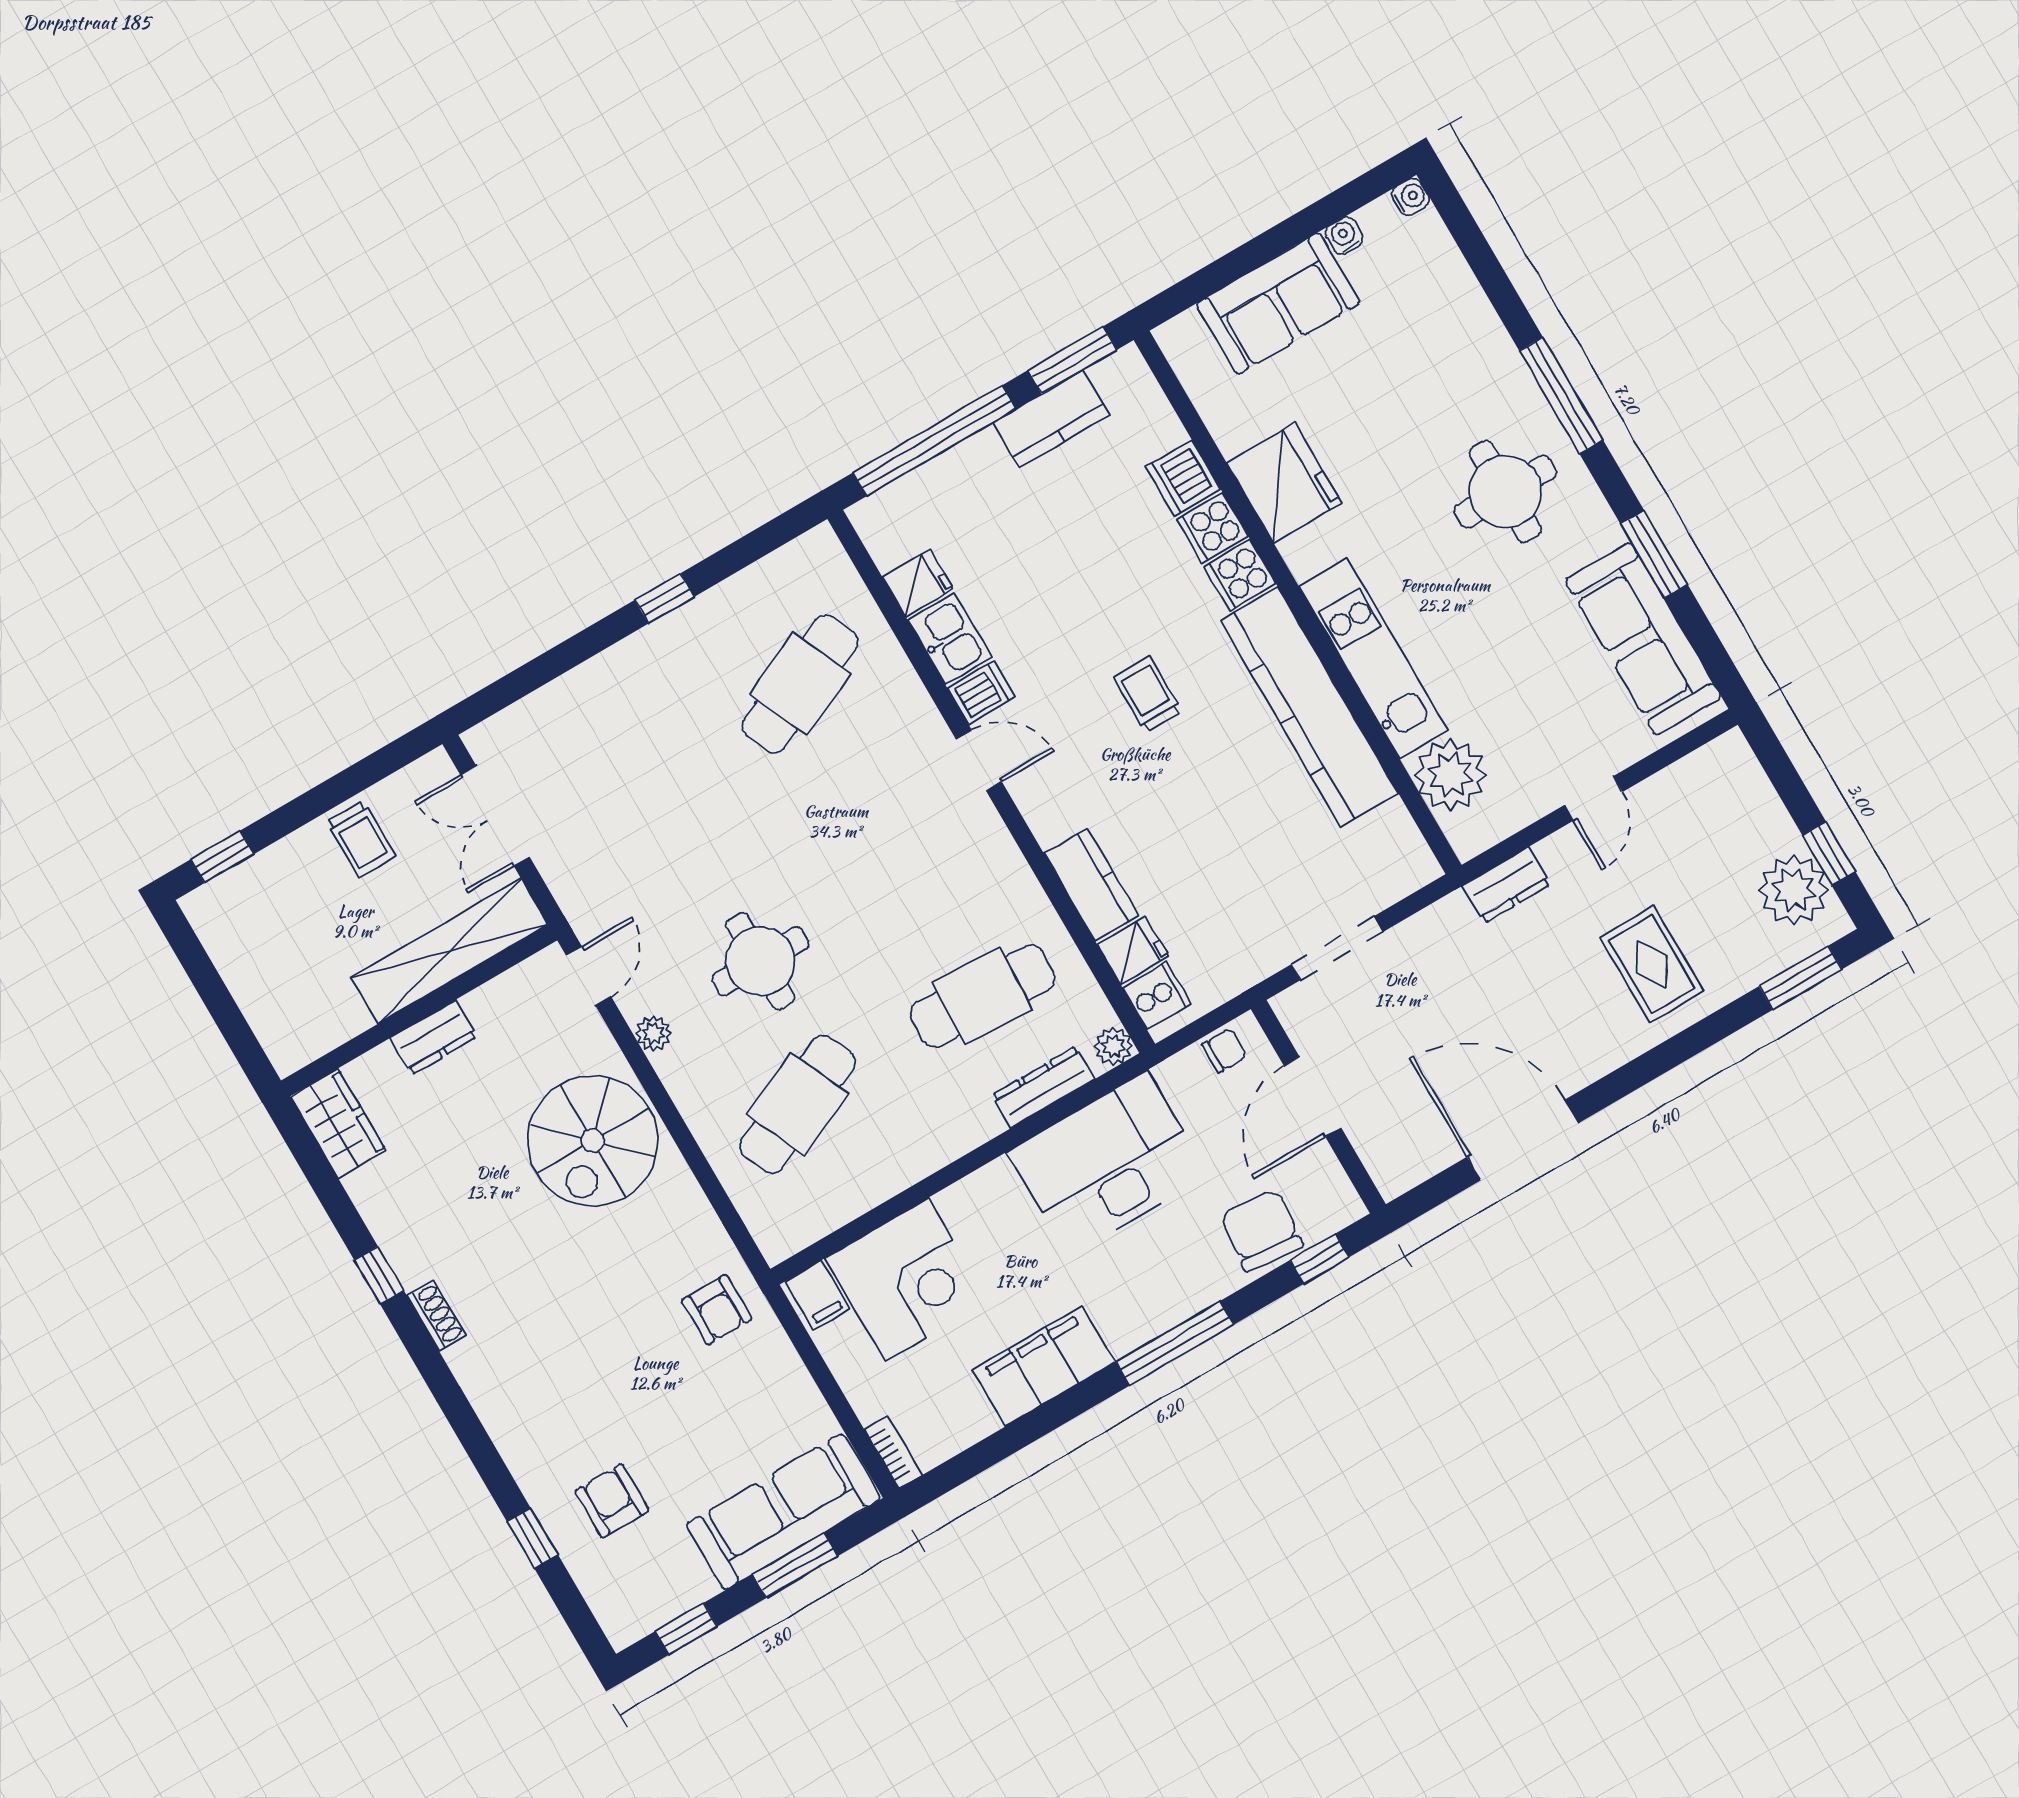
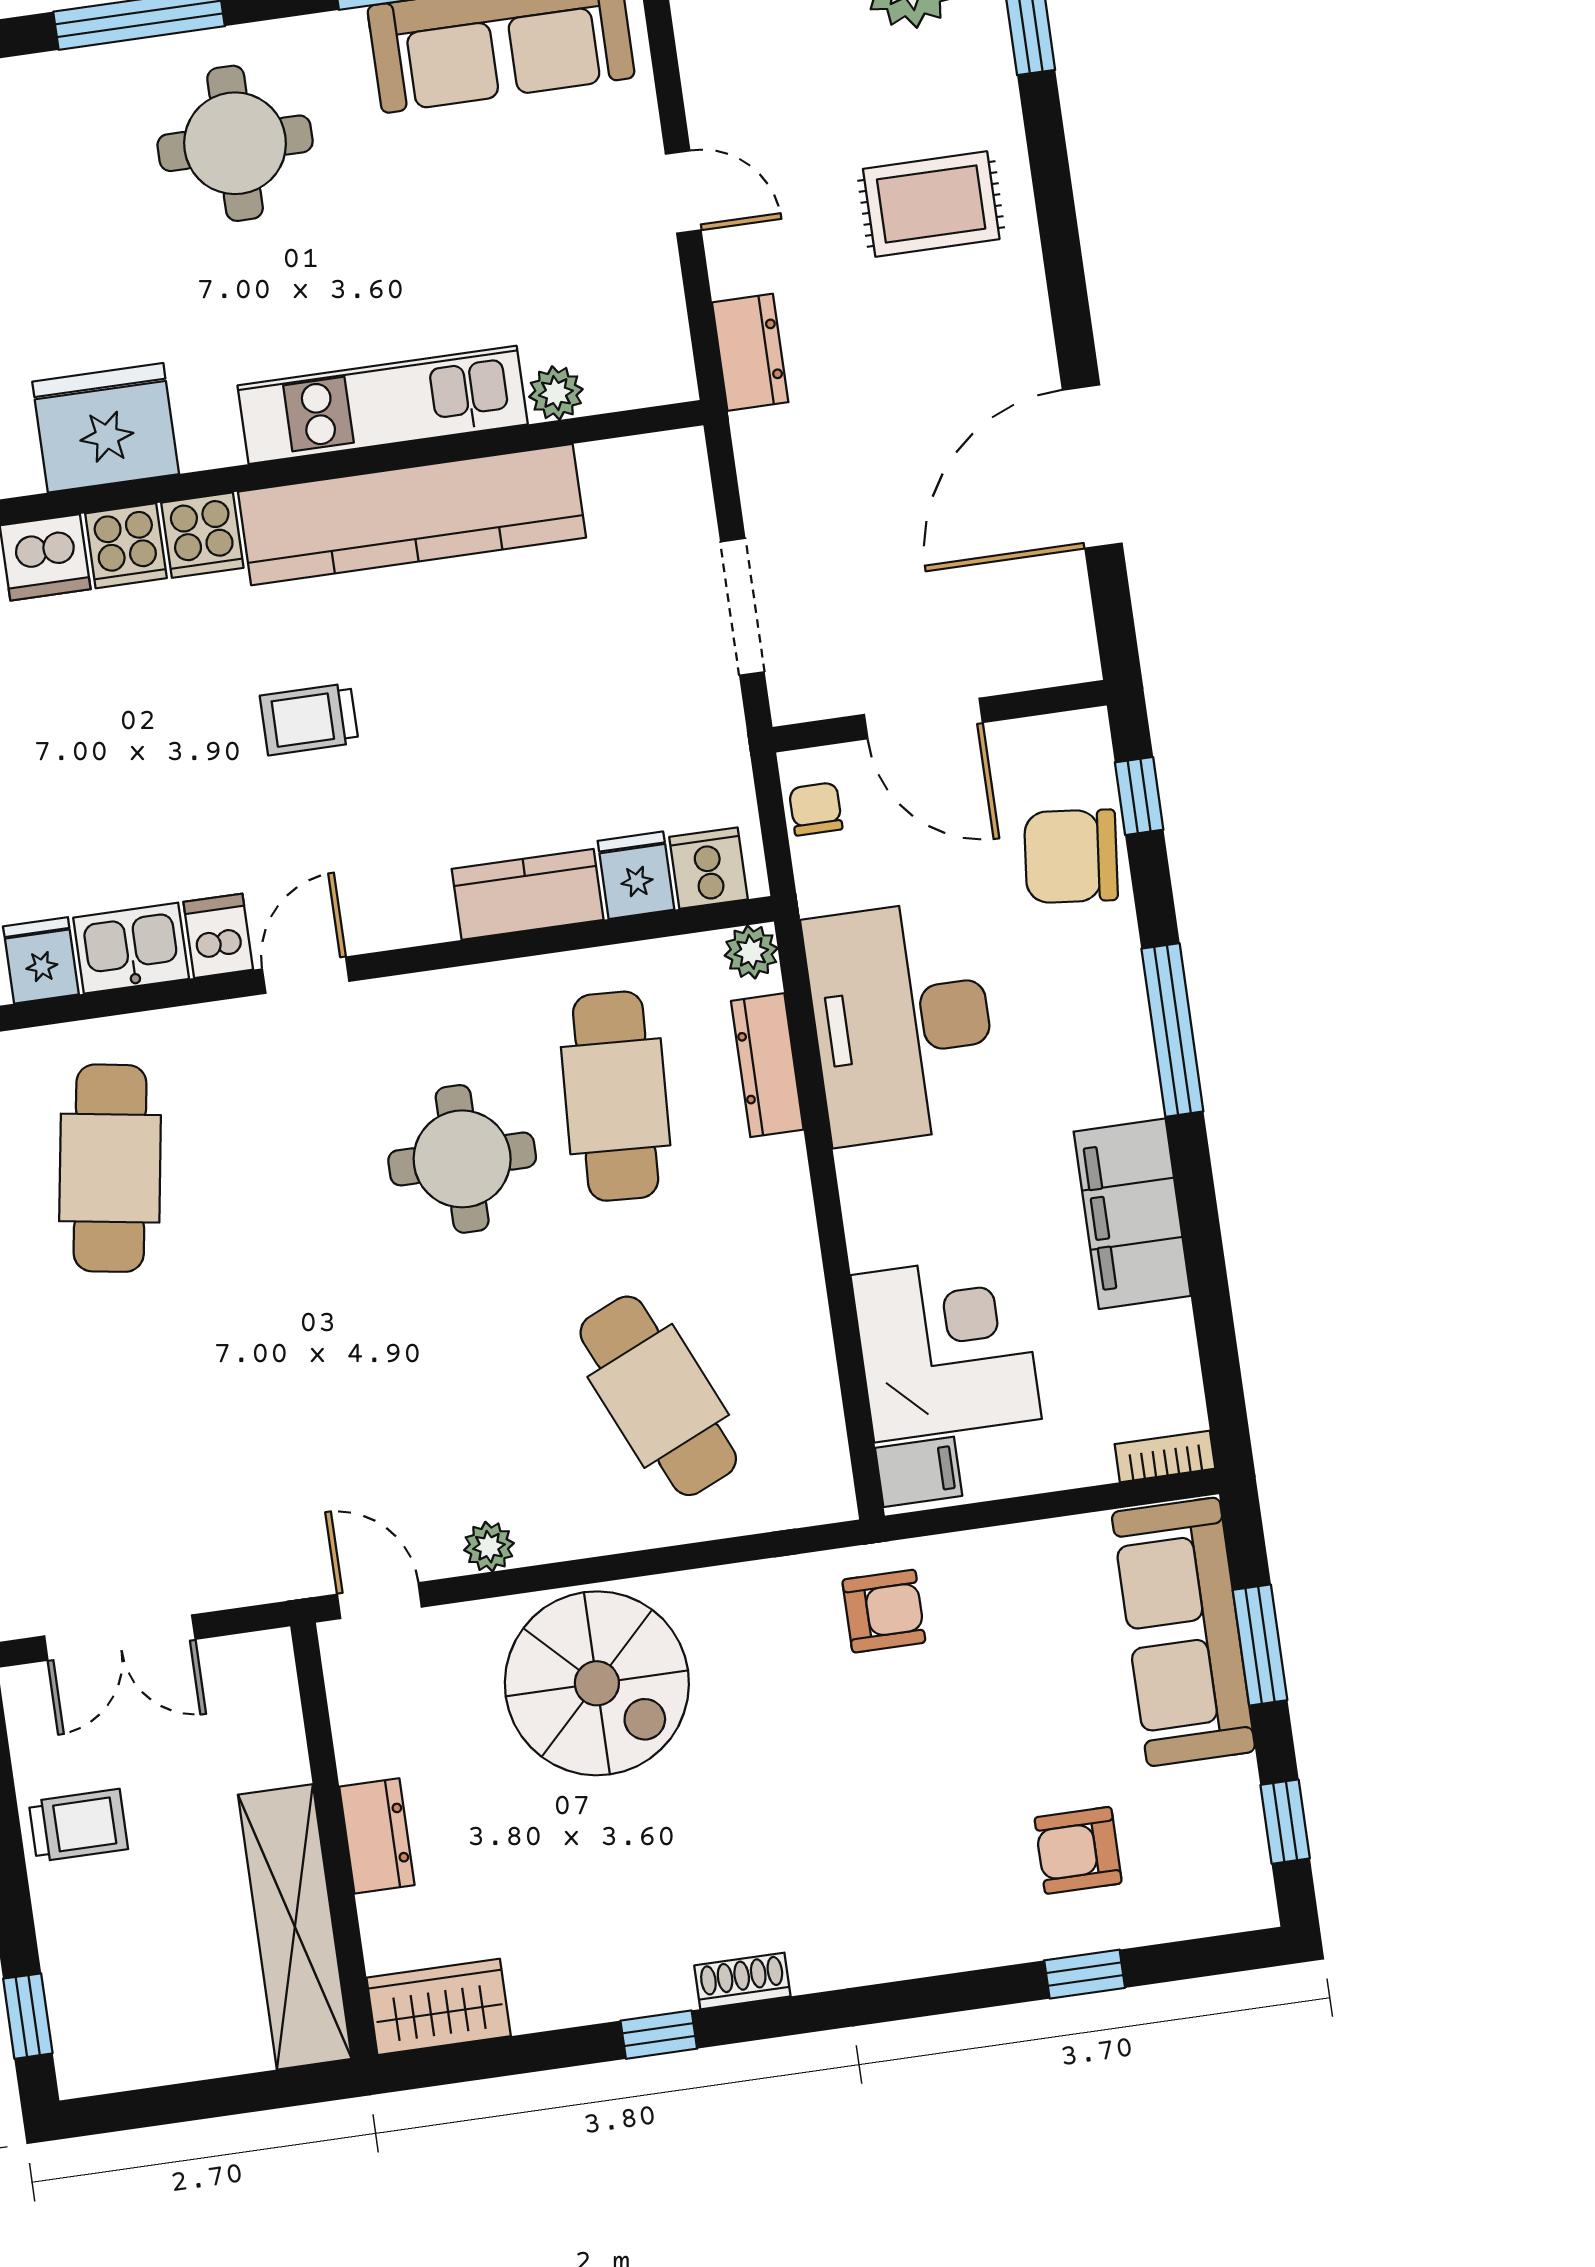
cafe table: (800, 684) -> (110, 1168), turned 33
plant: (1450, 775) -> (556, 393), width x0.53, depth x0.53
shelving: (450, 951) -> (295, 1927), moved
round table: (760, 961) -> (462, 1159), moved

